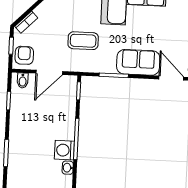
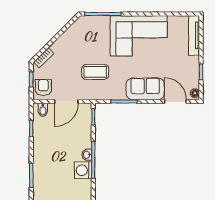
washbasin: (68, 168) -> (87, 155), moved

